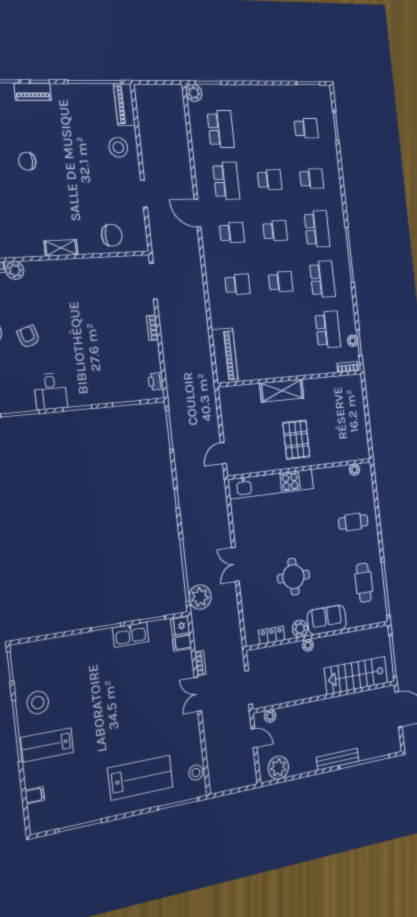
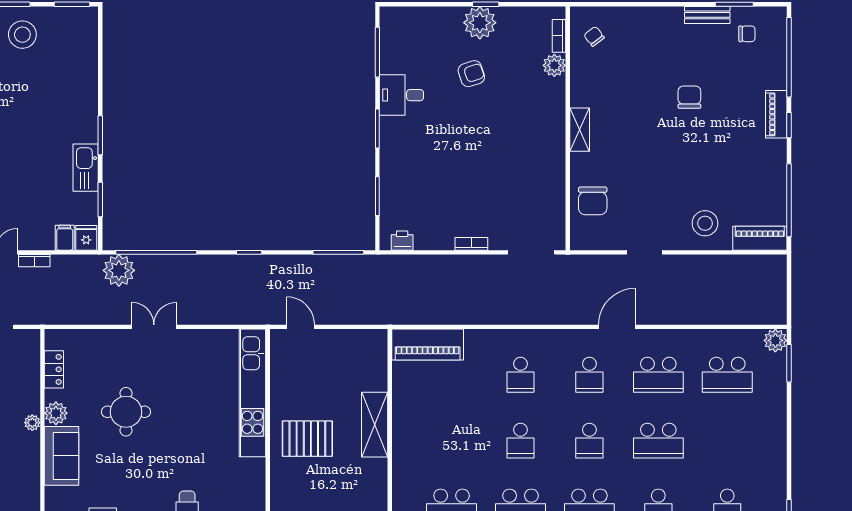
school desk: (270, 180) -> (658, 441), width x1.85

